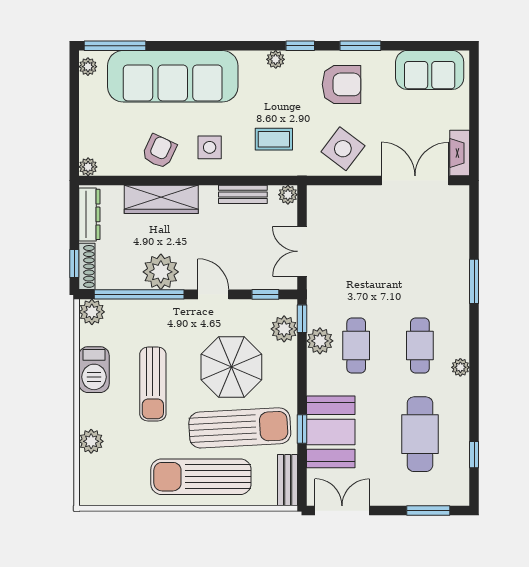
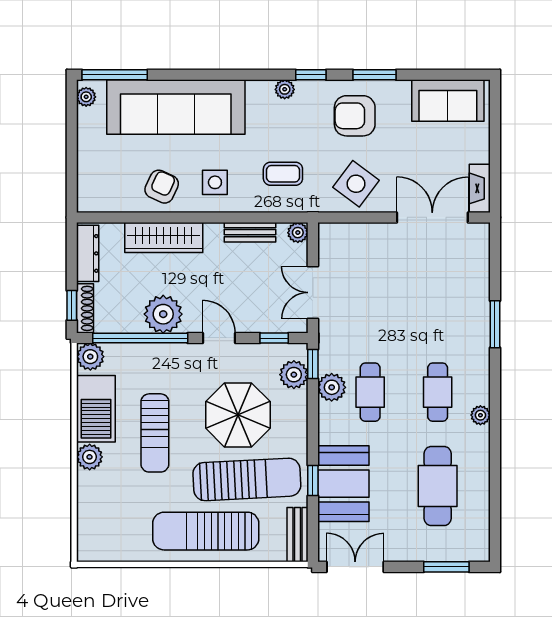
armchair: (342, 84) -> (355, 116), turned 180
plant: (88, 167) -> (86, 203), removed
barbecue: (94, 370) -> (96, 409), width x1.37, depth x1.21
plant: (91, 441) -> (90, 457), moved
window: (474, 455) -> (495, 508), removed

